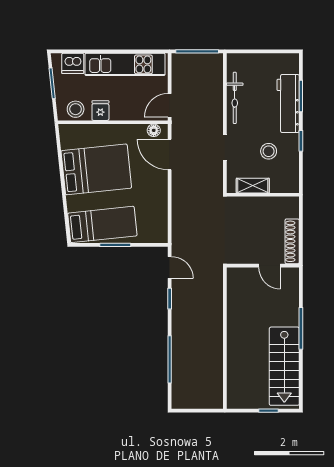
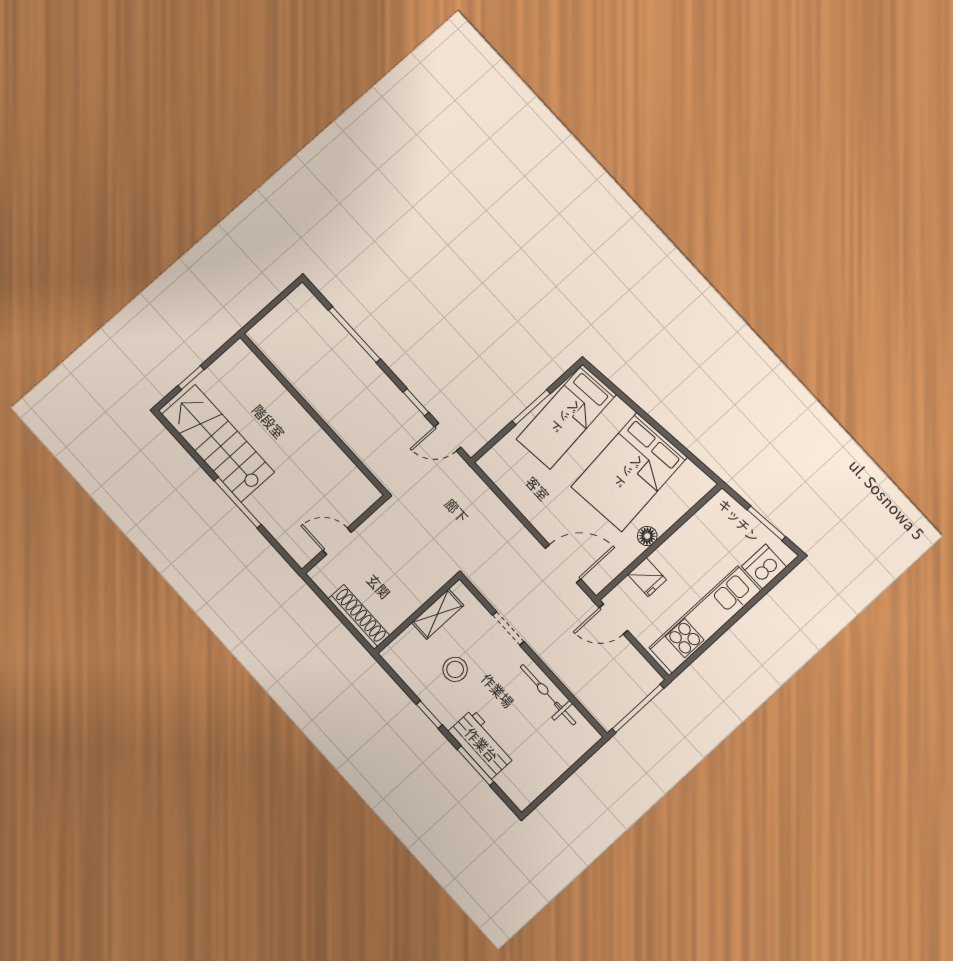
workbench: (288, 104) -> (482, 744), width x0.73
door: (170, 105) -> (613, 619), swing flipped
stool: (76, 109) -> (714, 518), removed
fridge: (100, 111) -> (647, 577), moved
floor lamp: (154, 130) -> (647, 536), moved
shoe rack: (292, 241) -> (359, 617), moved

